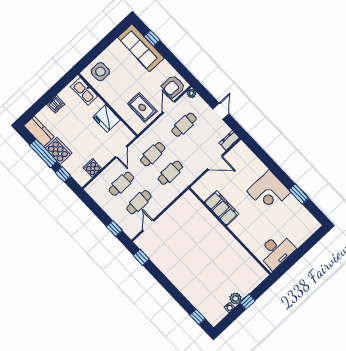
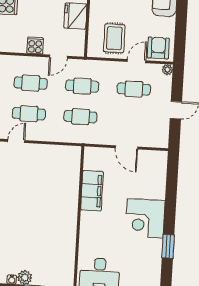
armchair: (173, 86) -> (158, 48), turned 90
dresser: (229, 140) -> (157, 141), removed
cooker: (92, 168) -> (35, 46), moved

